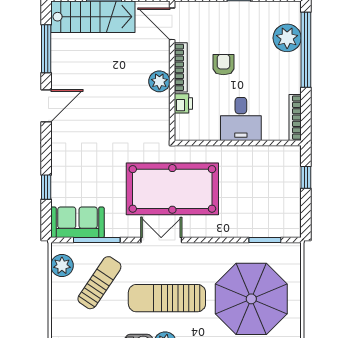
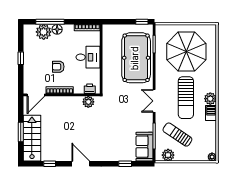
window: (46, 49) -> (50, 164), width x0.46
window: (306, 50) -> (50, 22), width x0.68
floor lamp: (292, 62) -> (57, 29), added
plant: (159, 81) -> (88, 102), moved
printer: (183, 103) -> (90, 89), moved
window: (306, 177) -> (142, 22), moved
pool table: (172, 189) -> (136, 58), moved

